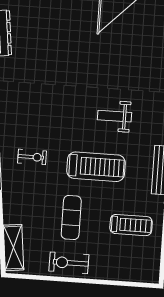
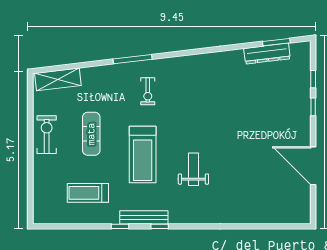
exercise mat: (71, 217) -> (91, 134), turned 90
treadmill: (131, 225) -> (88, 193), turned 90

